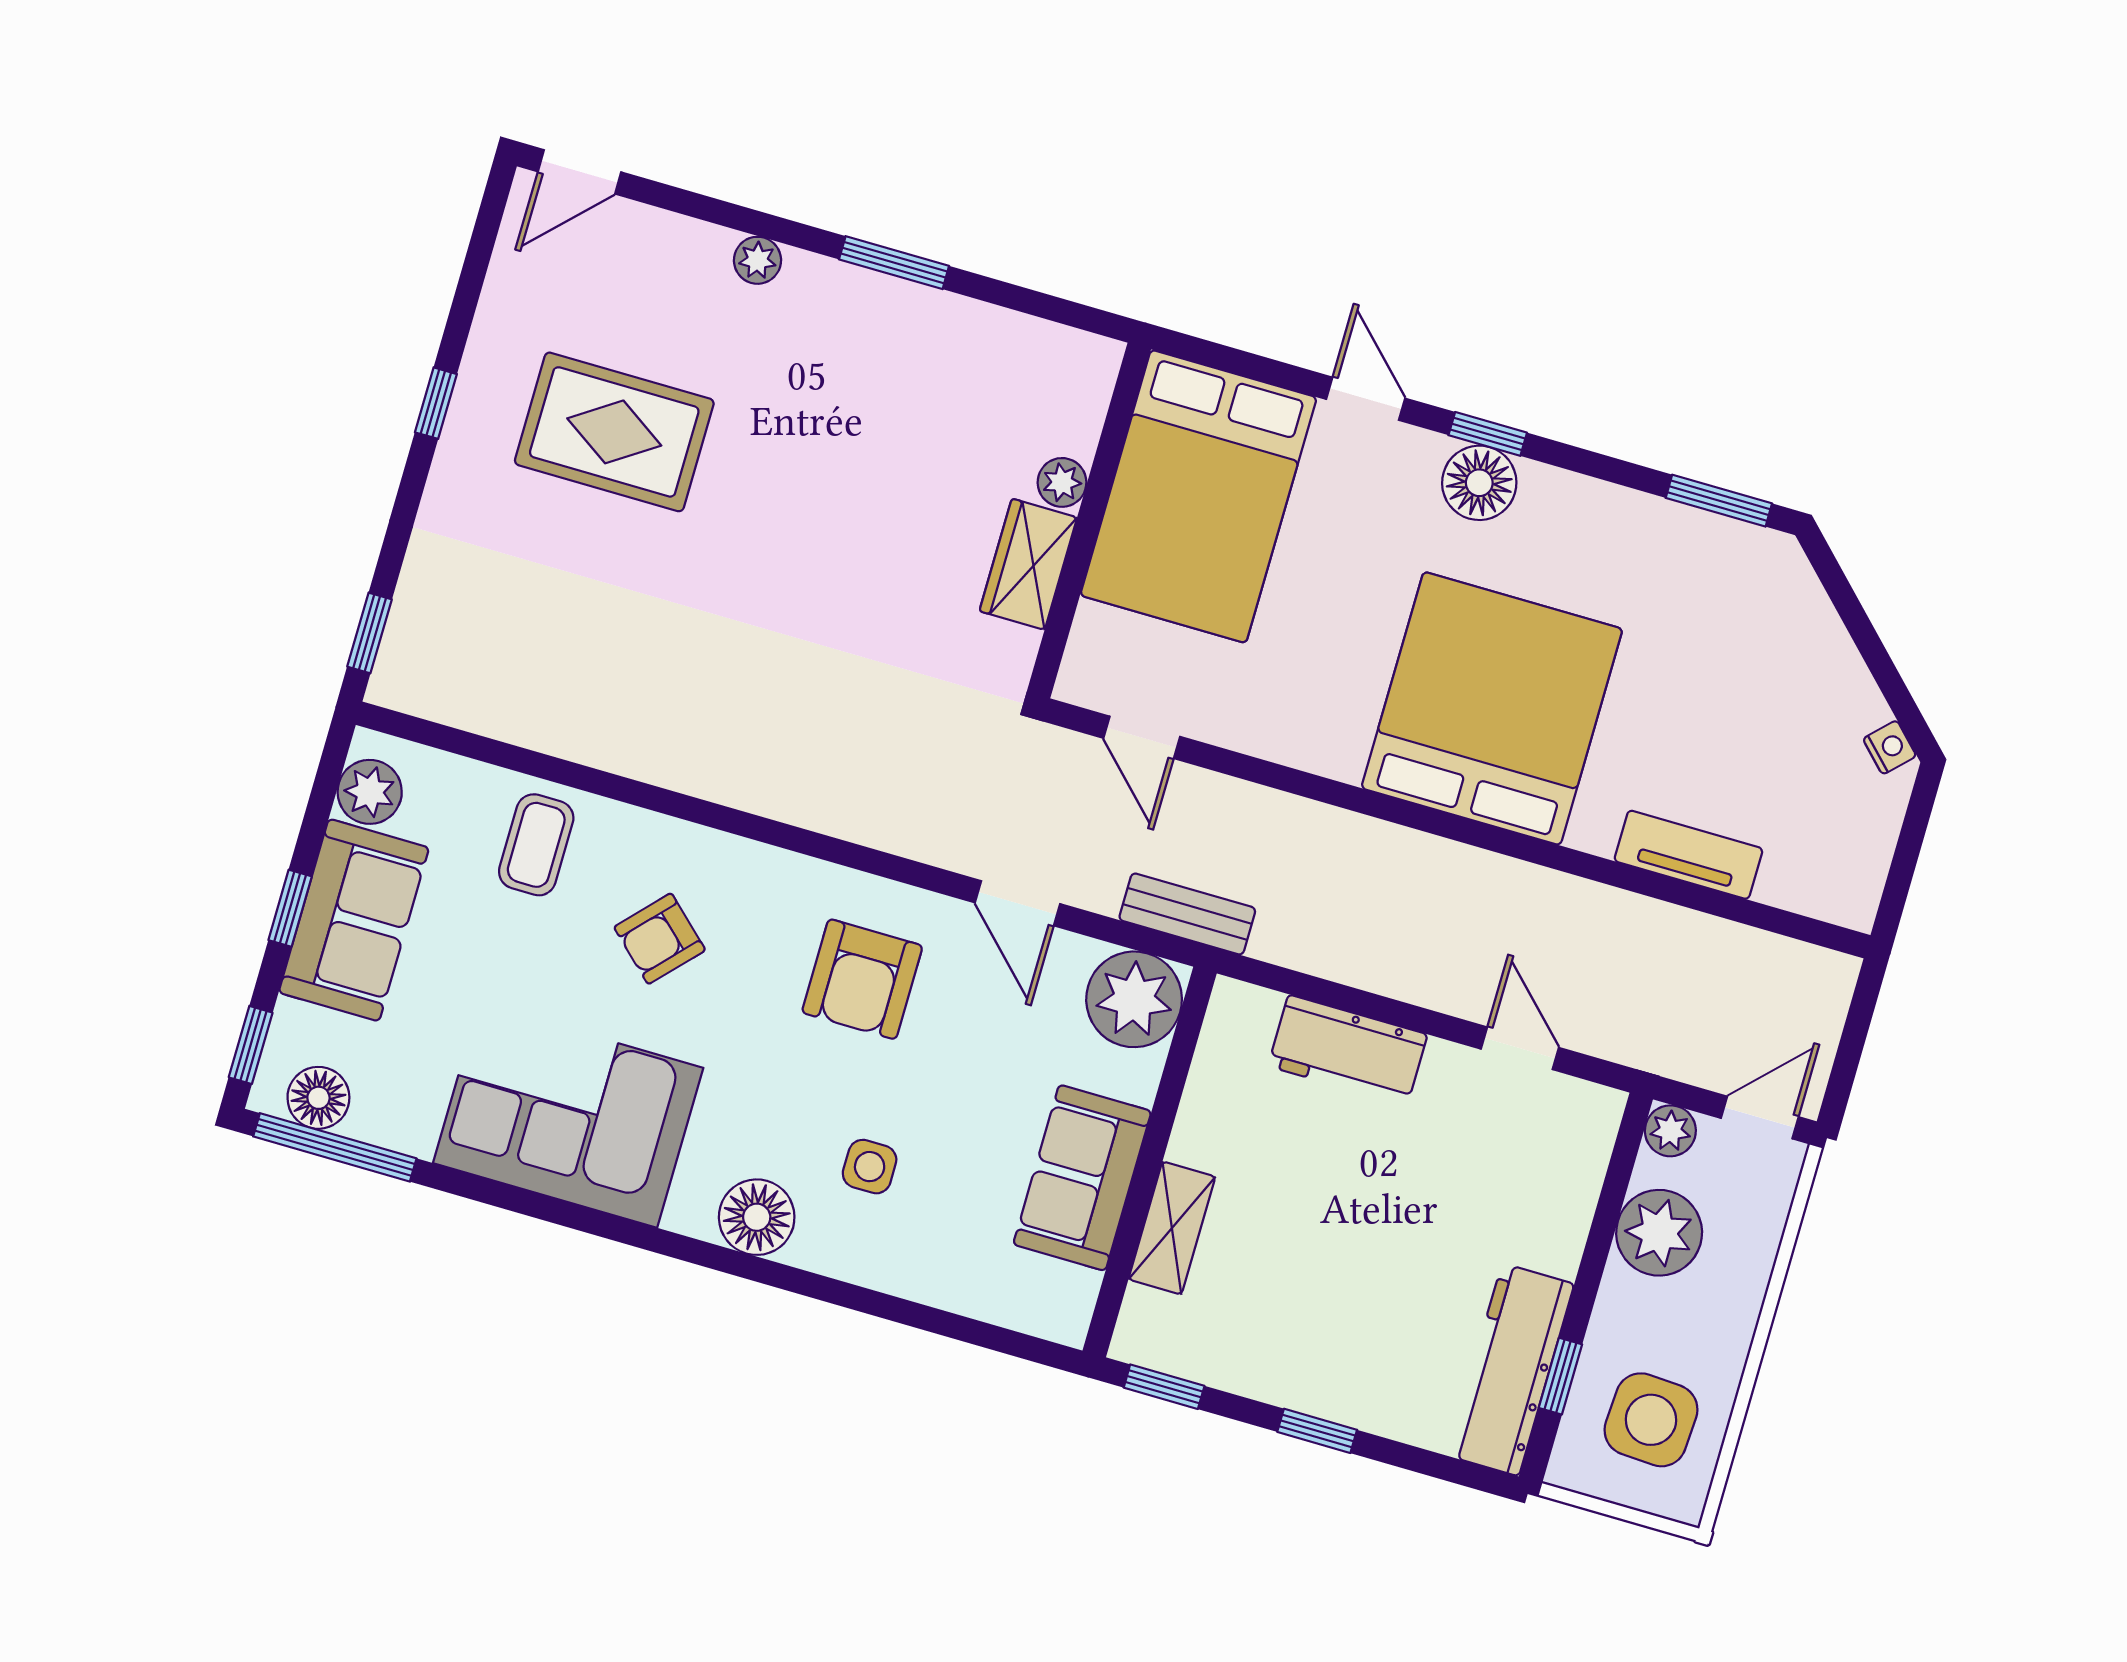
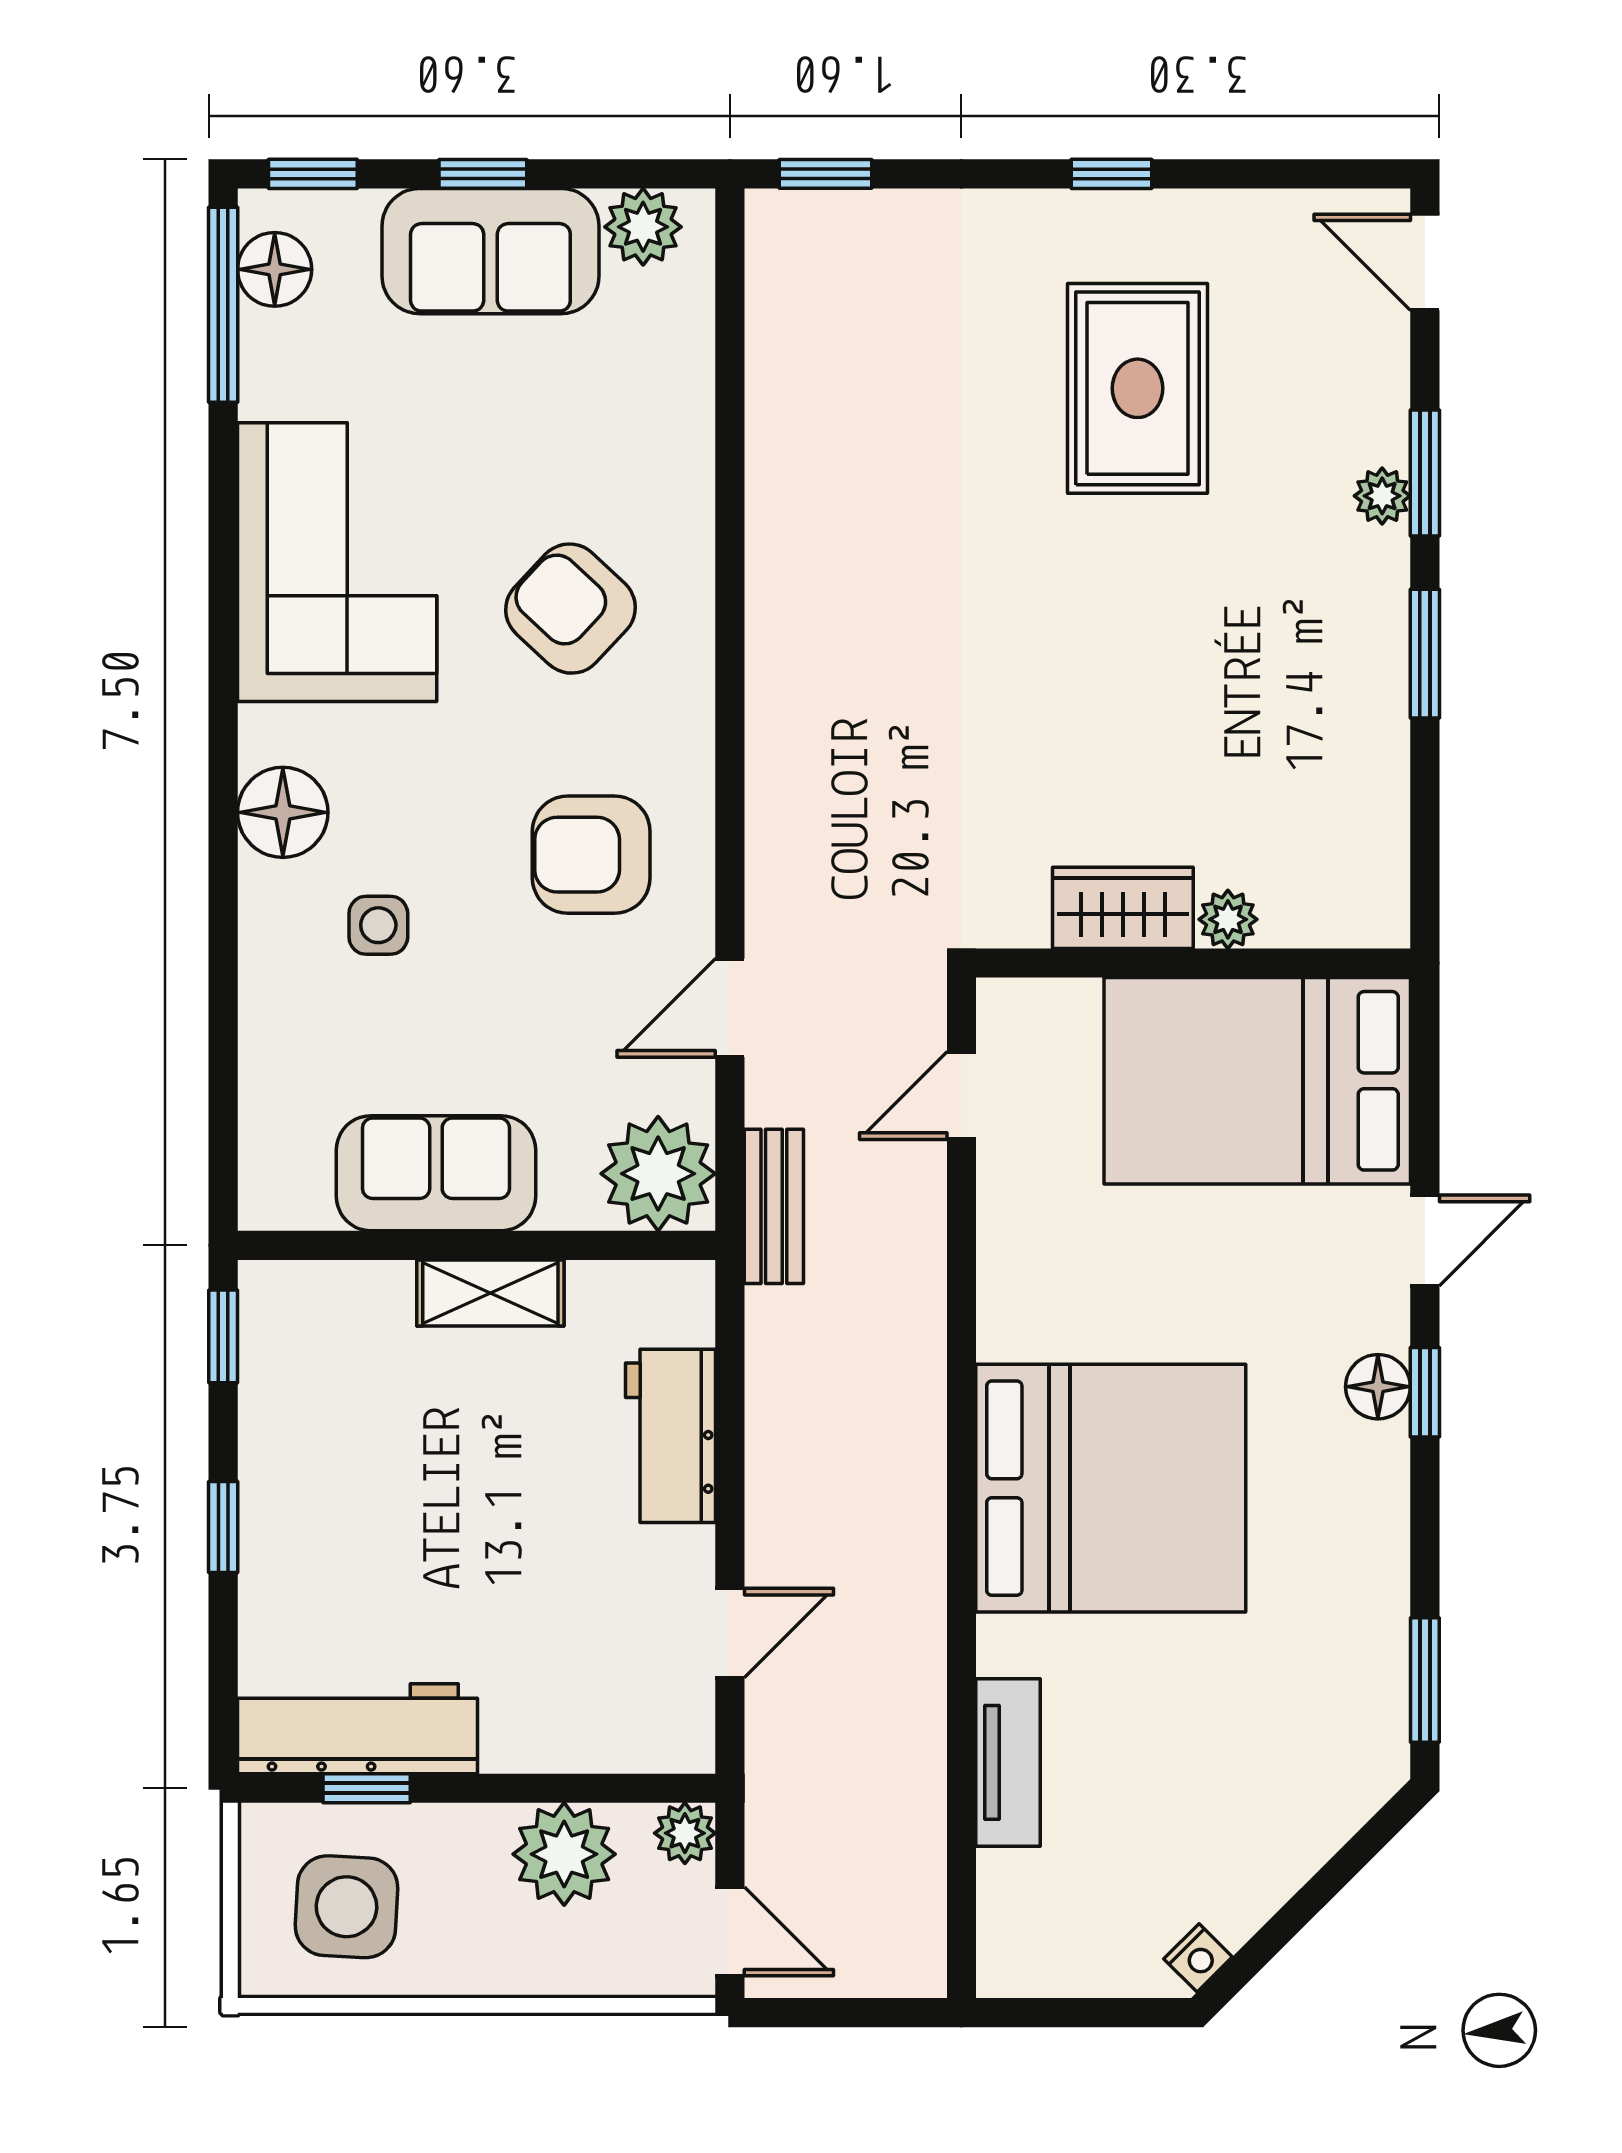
window: (749, 221) -> (1425, 473), added
floor lamp: (1479, 483) -> (1378, 1387), width x0.73, depth x0.73
coffee table: (536, 845) -> (637, 436), removed
armchair: (660, 939) -> (571, 609), width x1.38, depth x1.38
shelving: (1172, 1228) -> (490, 1293), moved

